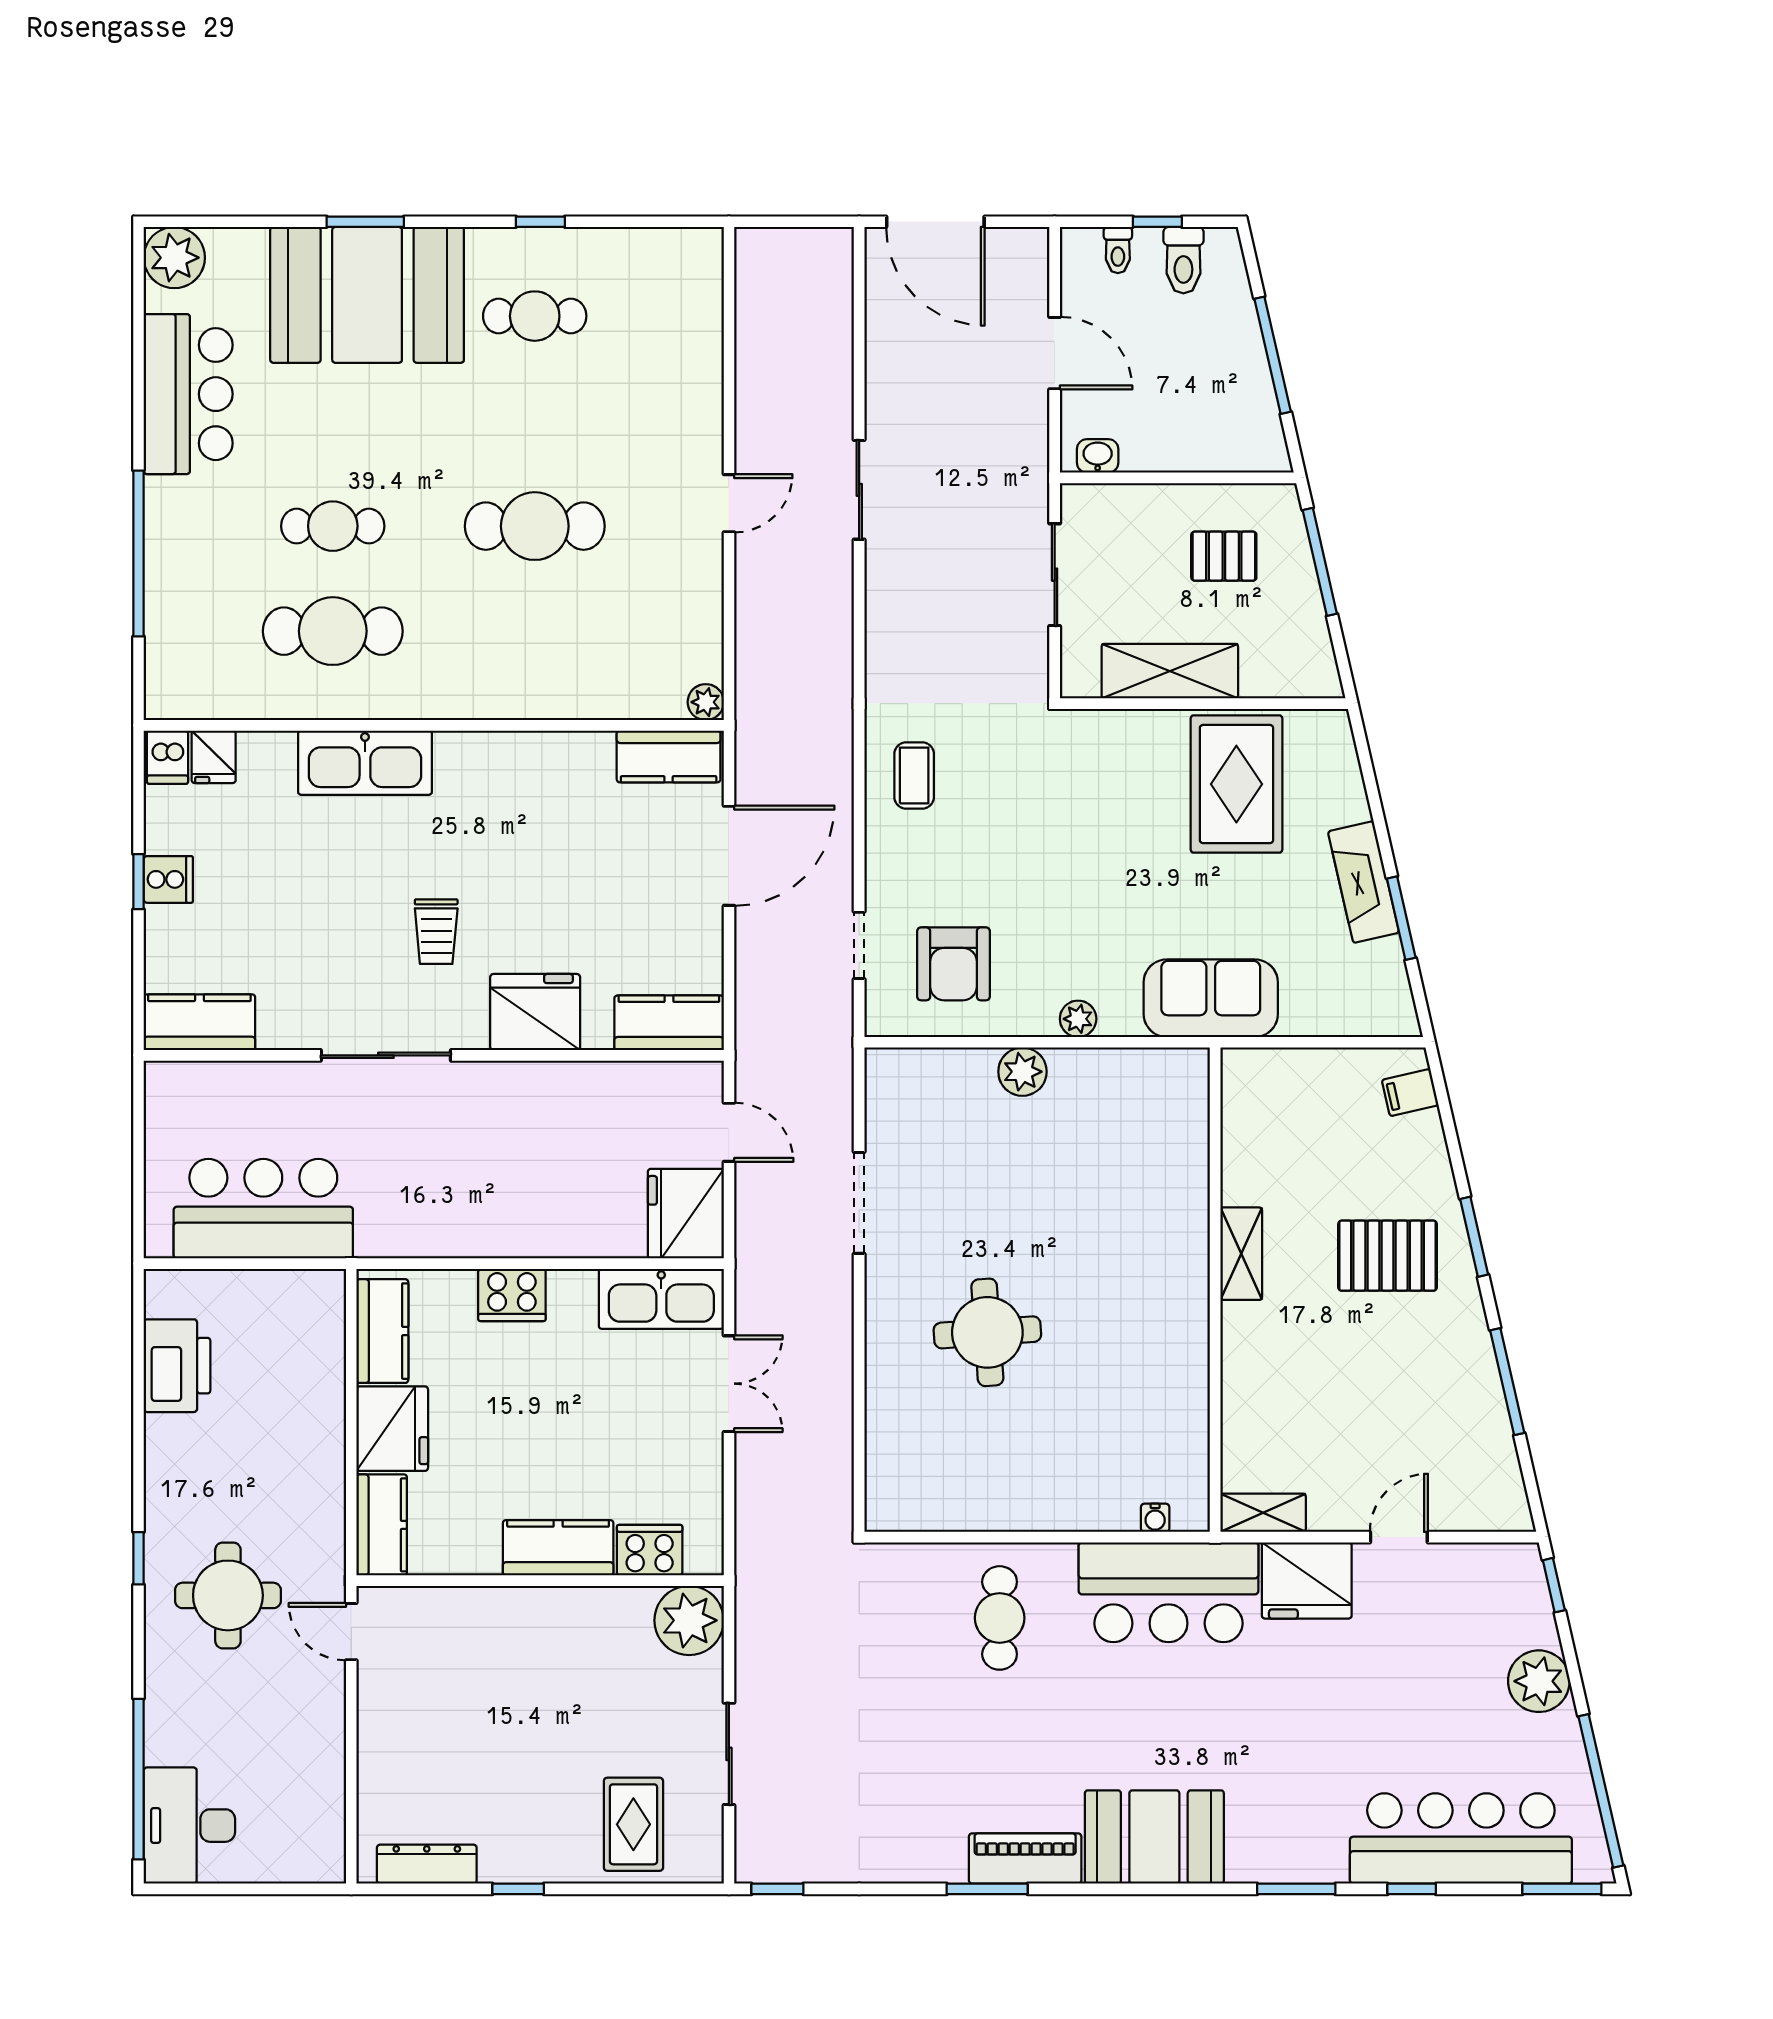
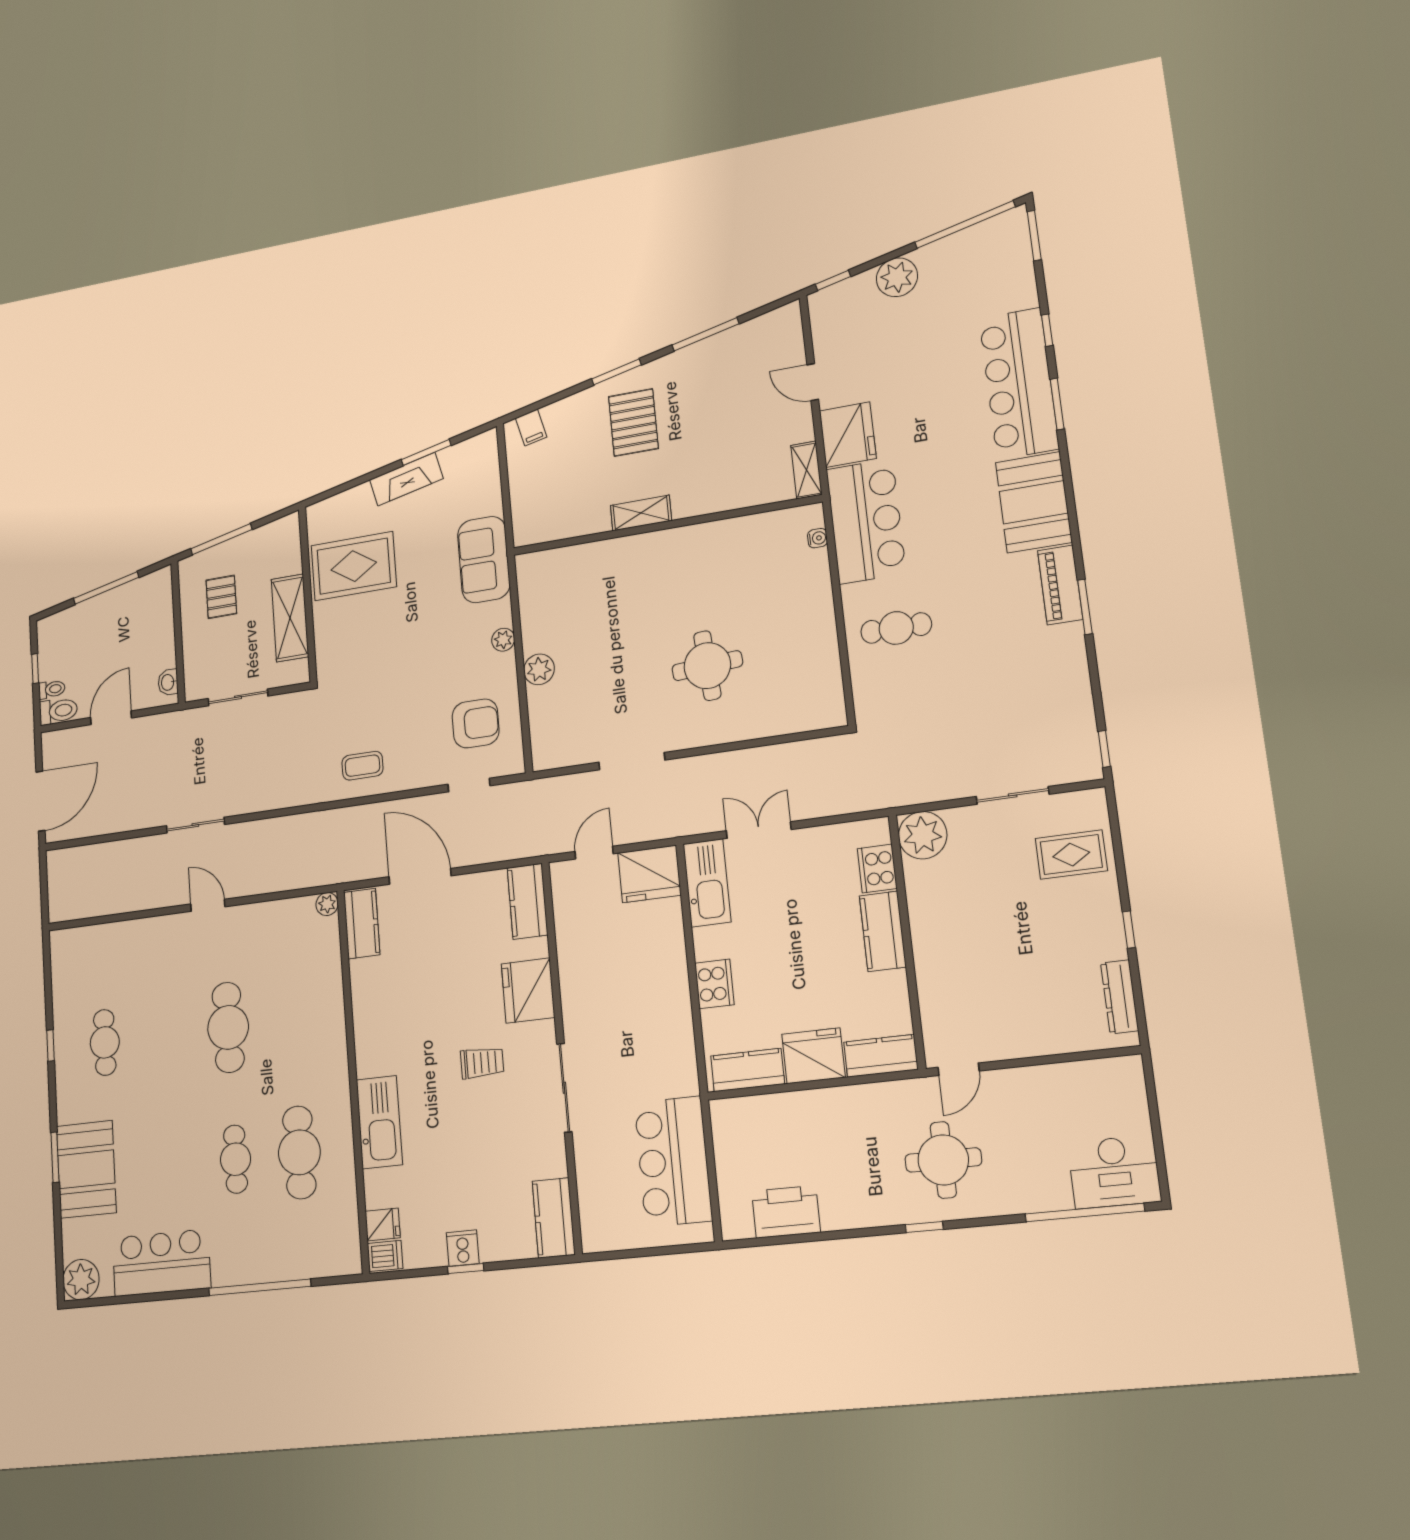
toilet: (1183, 260) -> (58, 711), moved
booth: (367, 295) -> (86, 1169), width x0.73, depth x0.70
bar counter: (1461, 1838) -> (1019, 383), moved

